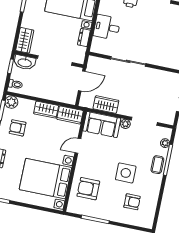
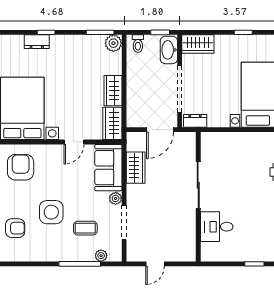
desk: (107, 27) -> (217, 227), moved, turned -90
dresser: (84, 37) -> (195, 121), moved
door: (82, 81) -> (160, 130), hinge flipped
armchair: (18, 128) -> (81, 58), removed
door: (78, 146) -> (74, 142), swing flipped
coffee table: (157, 165) -> (85, 228), moved
armchair: (132, 202) -> (15, 228), turned -90

